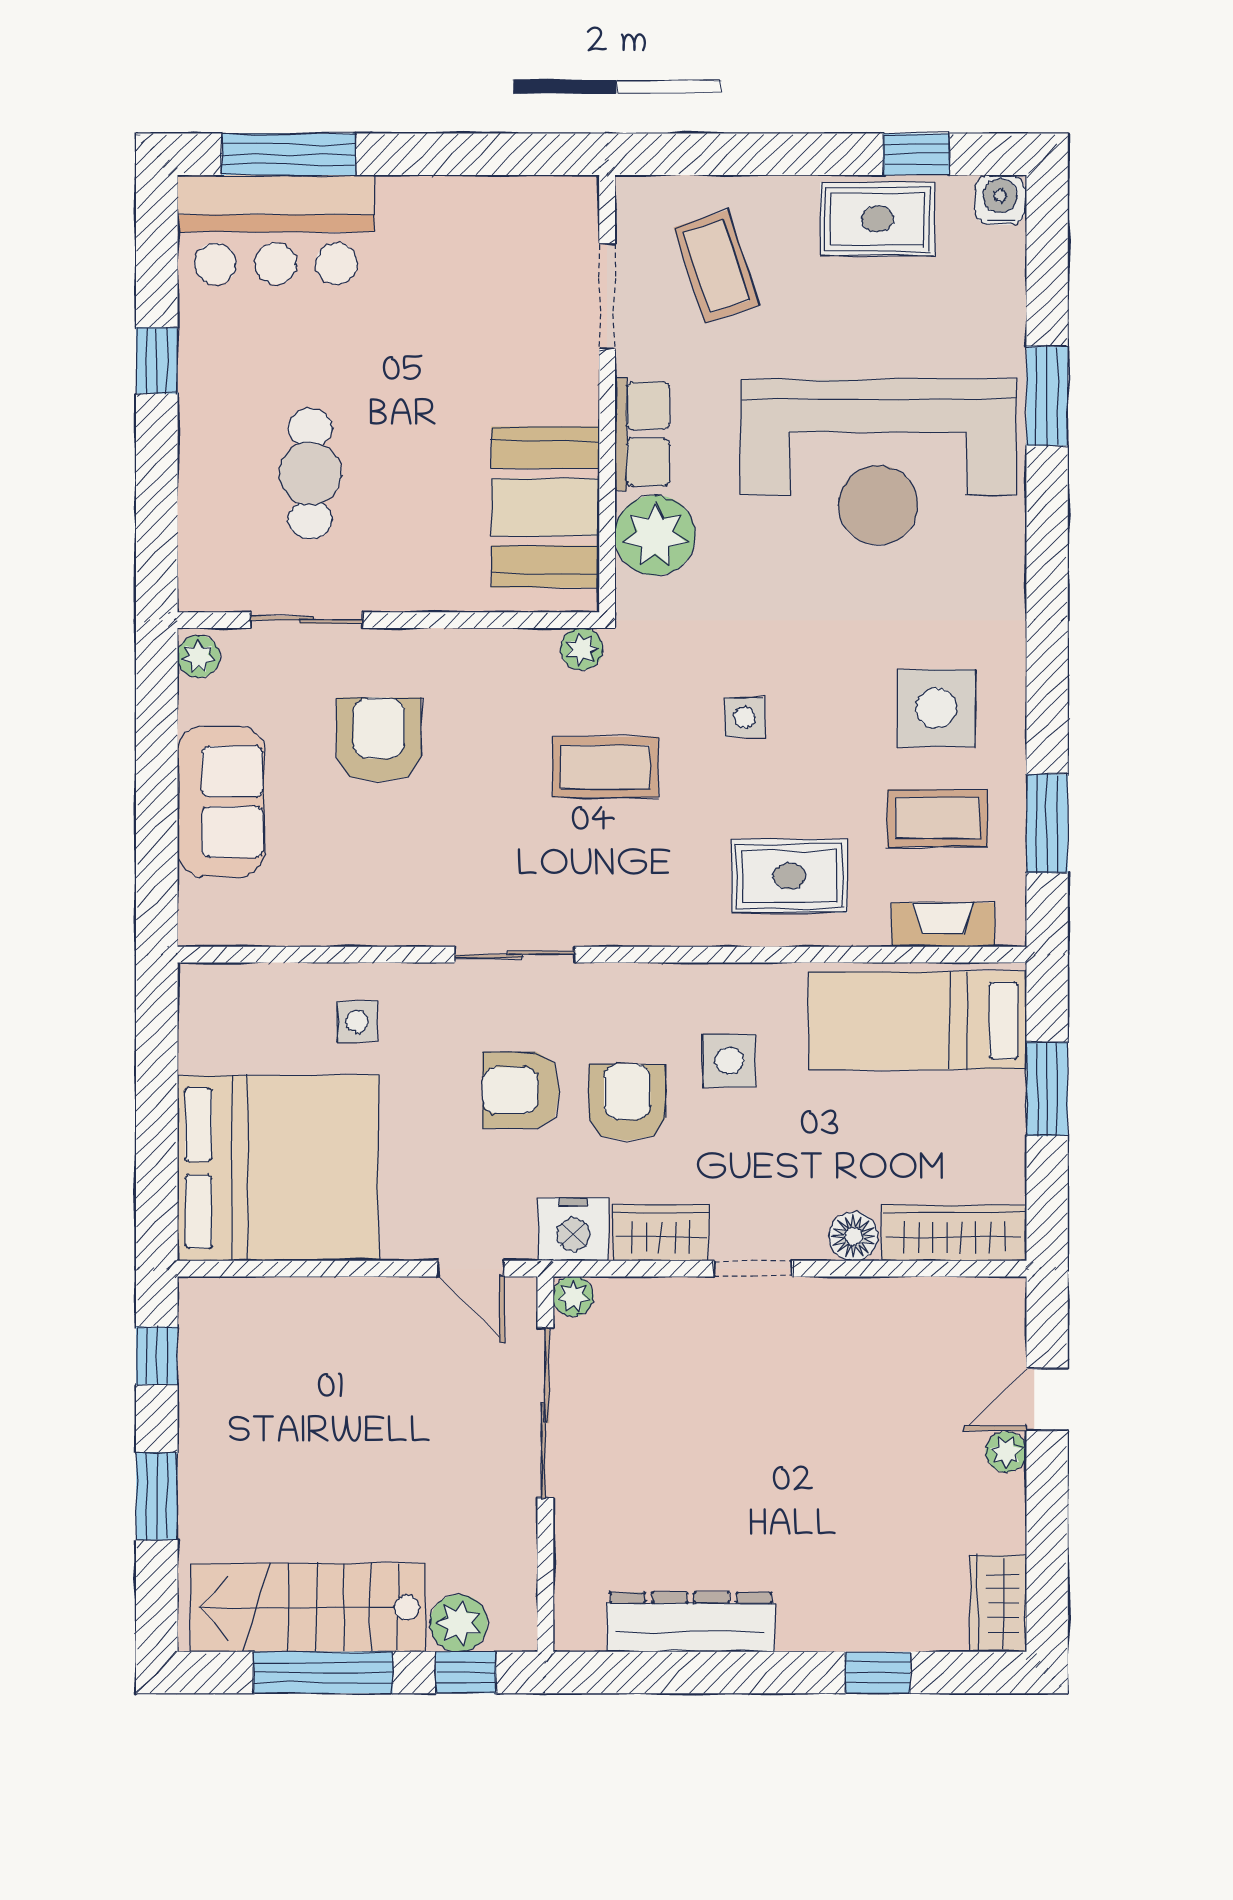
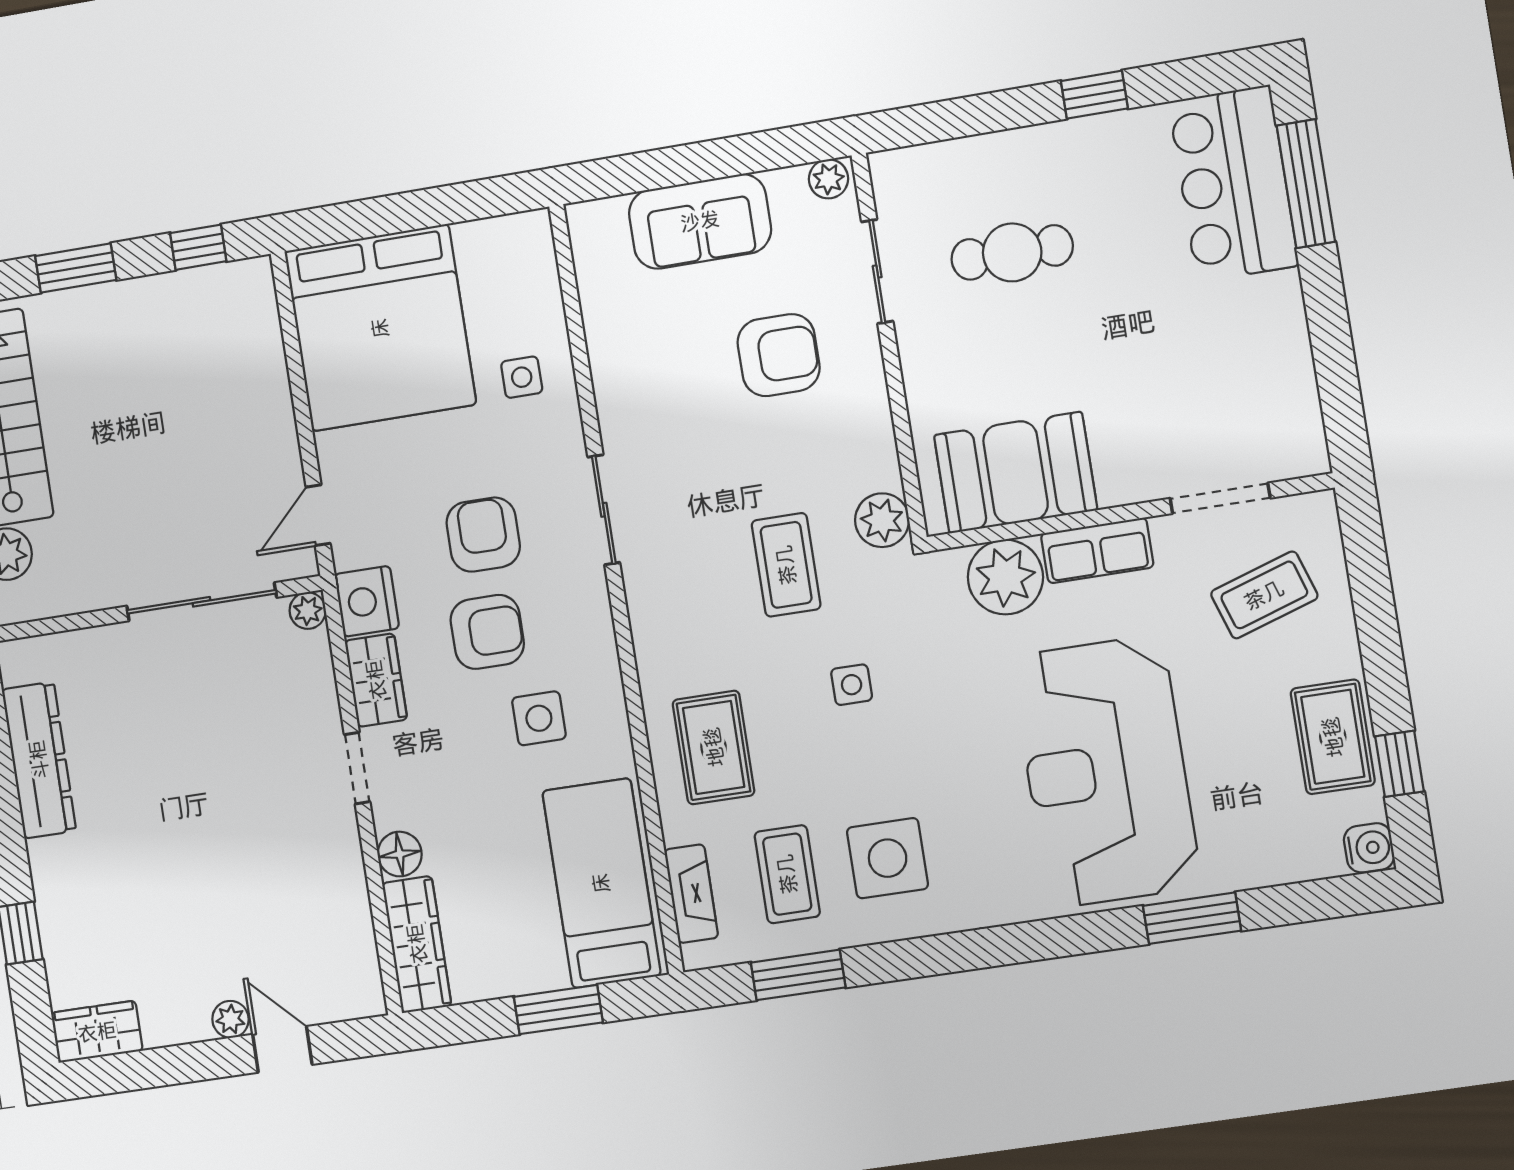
plant: (582, 649) -> (882, 520), width x1.38, depth x1.38

